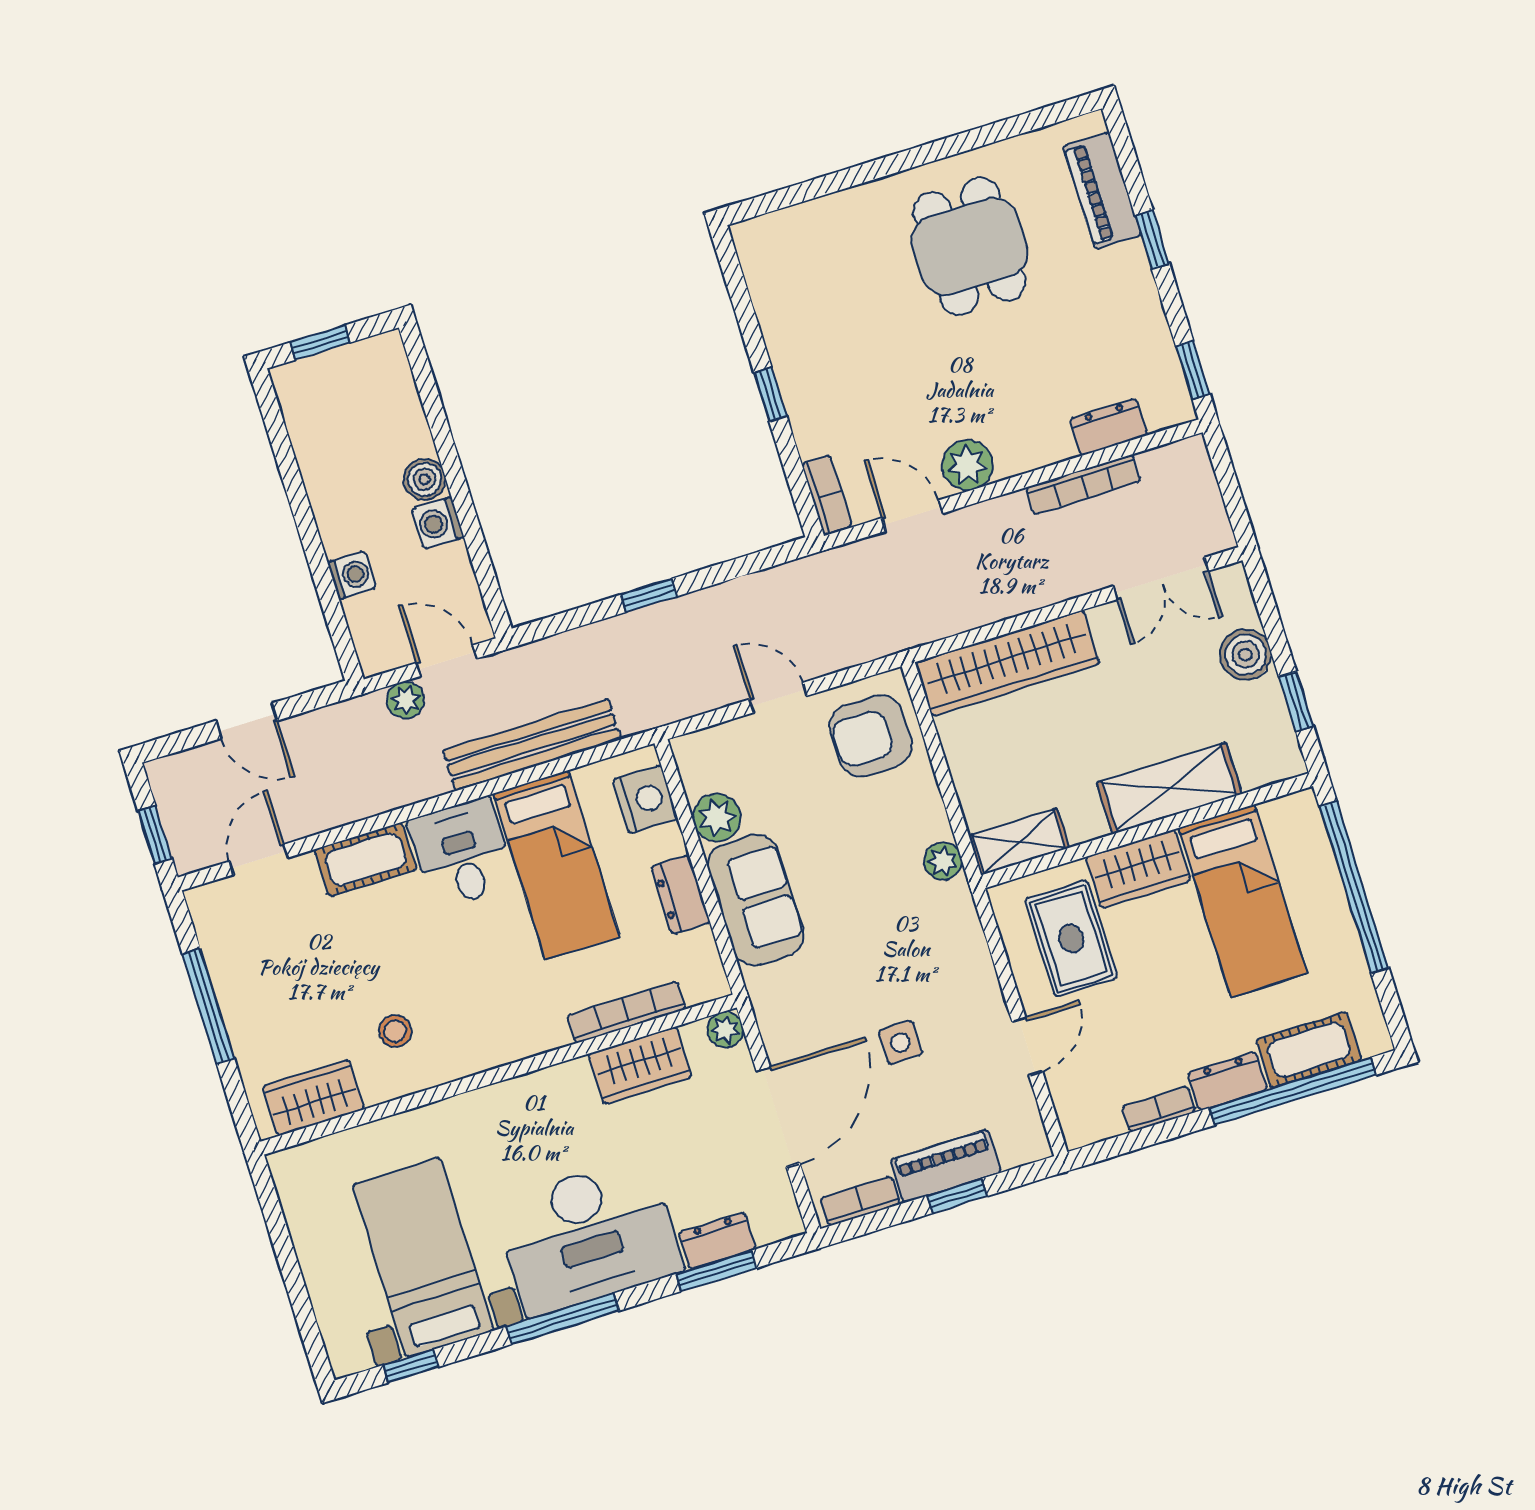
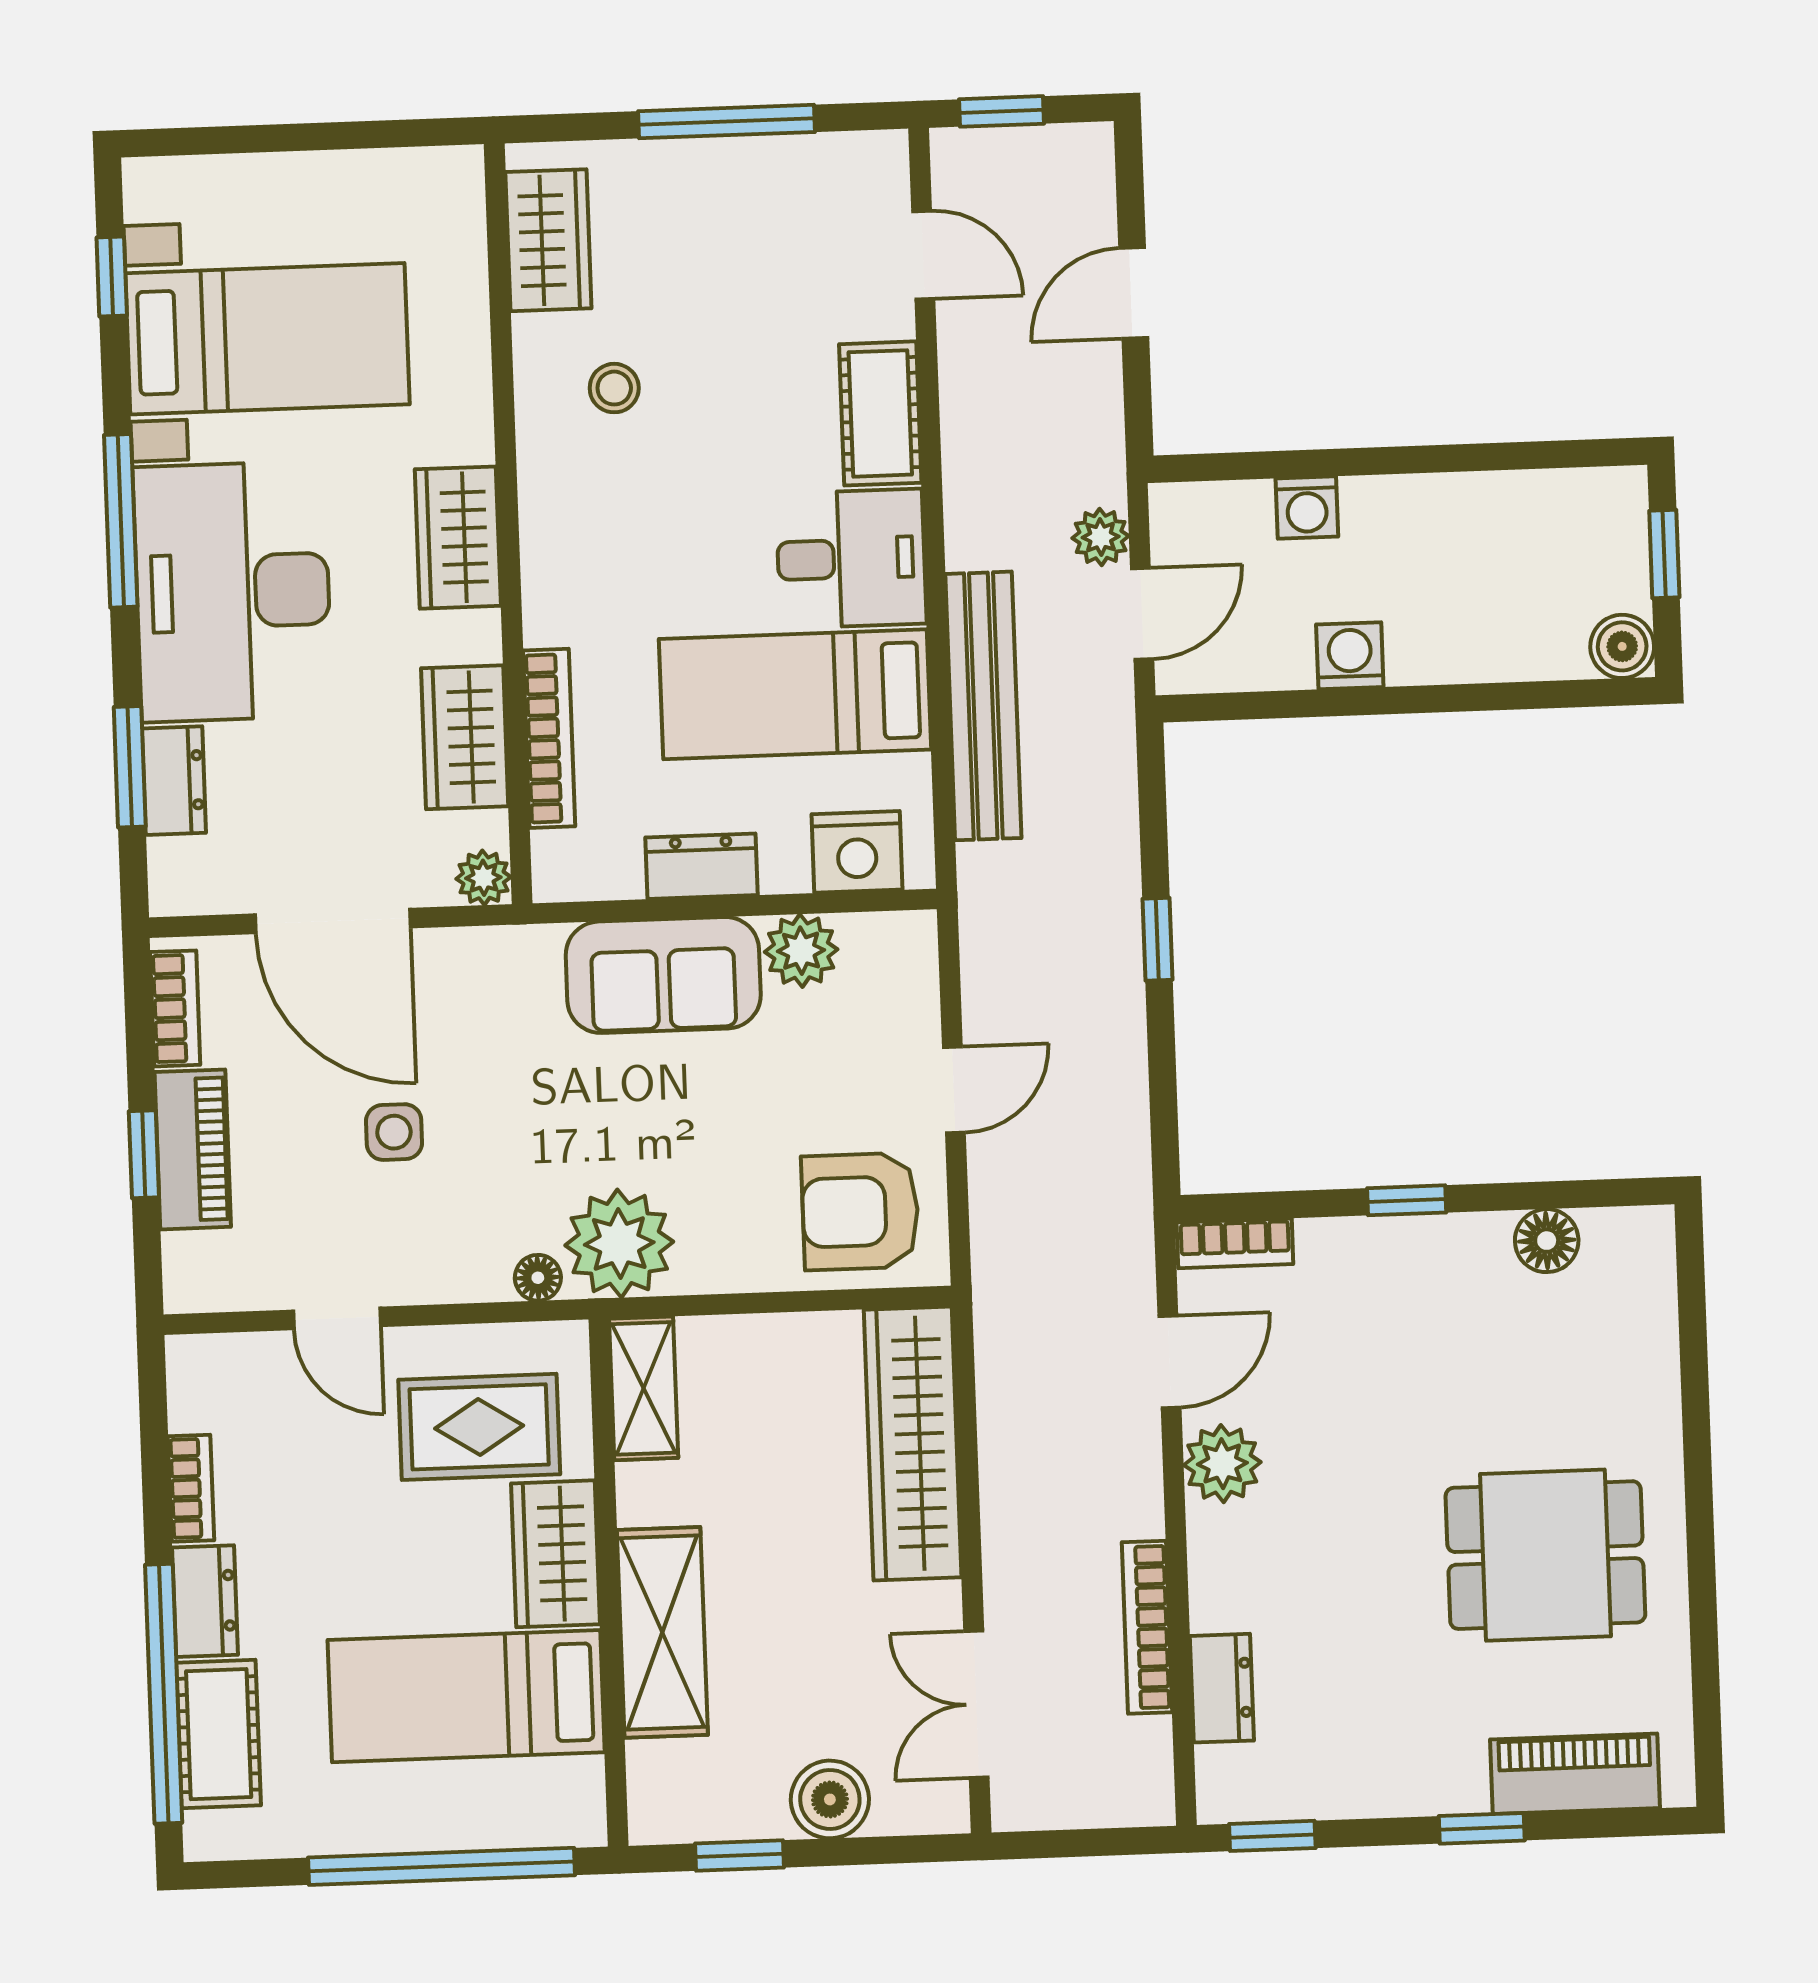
floor lamp: (772, 299) -> (1547, 1241), added
boiler: (425, 479) -> (1622, 646), moved
armchair: (871, 736) -> (860, 1211), turned -90
plant: (943, 861) -> (619, 1244), width x1.87, depth x1.87
floor lamp: (967, 927) -> (538, 1278), added
wardrobe: (516, 1104) -> (458, 538), added

